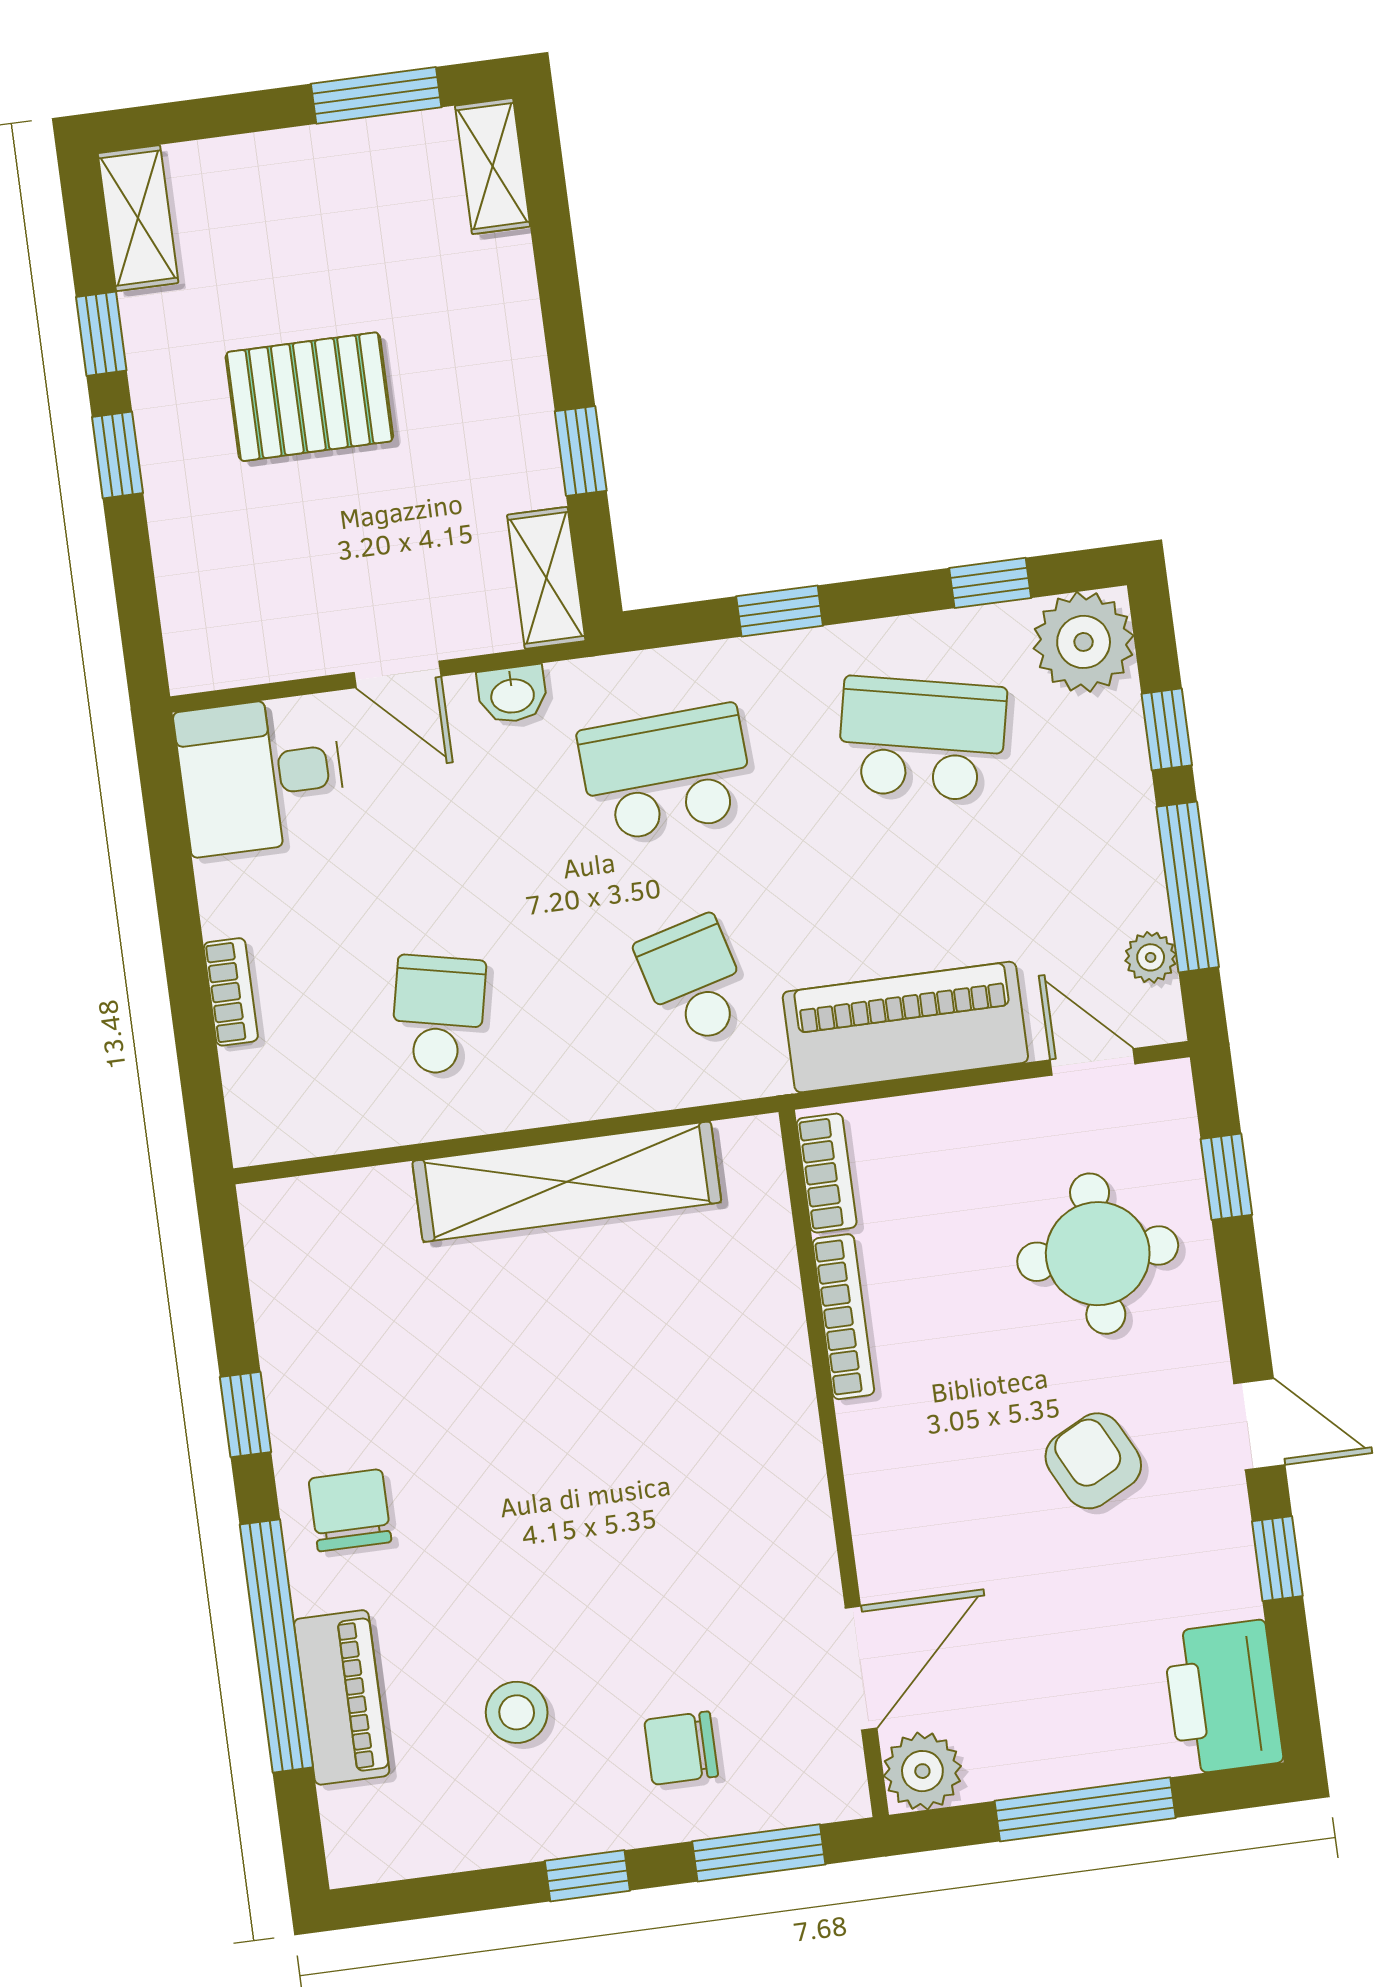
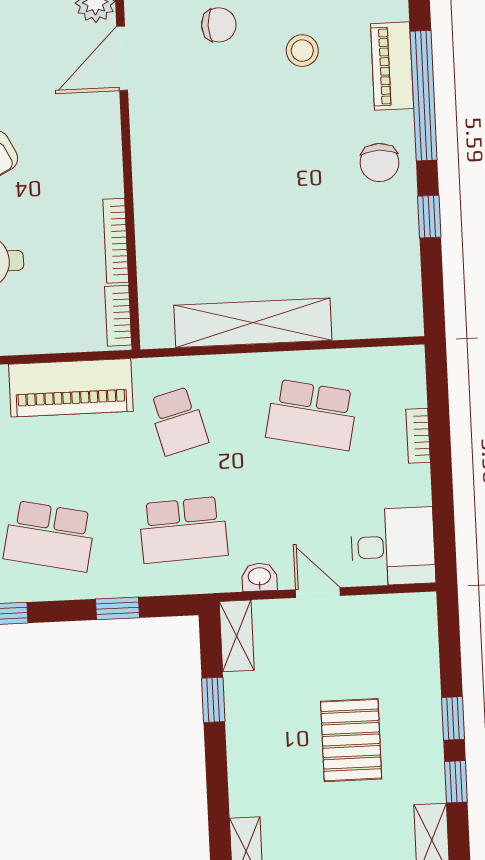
pallet: (309, 397) -> (351, 740), turned 90
school desk: (438, 1015) -> (312, 415), width x1.85

